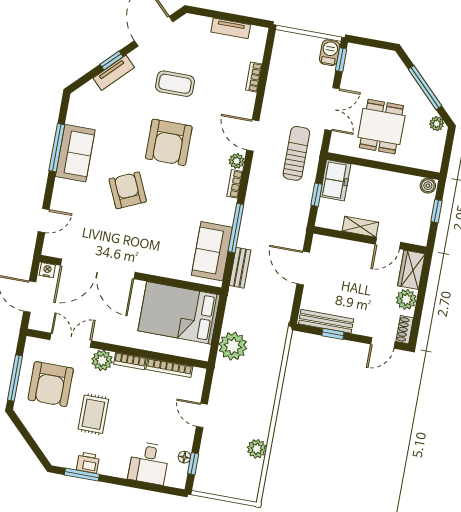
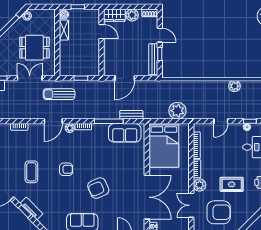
armchair: (169, 142) -> (66, 169), width x0.53, depth x0.53
freezer: (335, 180) -> (71, 69), removed
shelving: (360, 227) -> (64, 30), moved
door: (383, 343) -> (160, 35), moved

